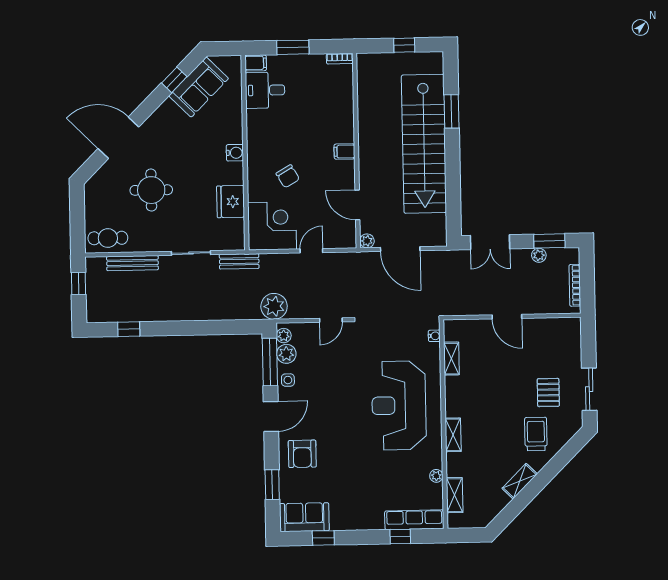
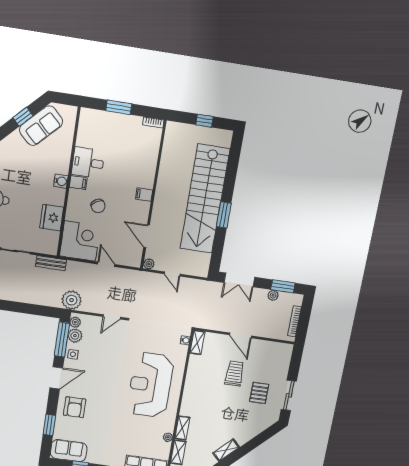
filing cabinet: (256, 63) -> (78, 183), moved
desk: (265, 90) -> (88, 163), moved
window: (451, 111) -> (224, 215), moved
door: (400, 249) -> (172, 274), width x0.53
door: (311, 251) -> (106, 264), hinge flipped
shelving: (451, 359) -> (197, 342), moved
trolley: (536, 434) -> (234, 373), moved
shelving: (453, 435) -> (182, 428), moved

